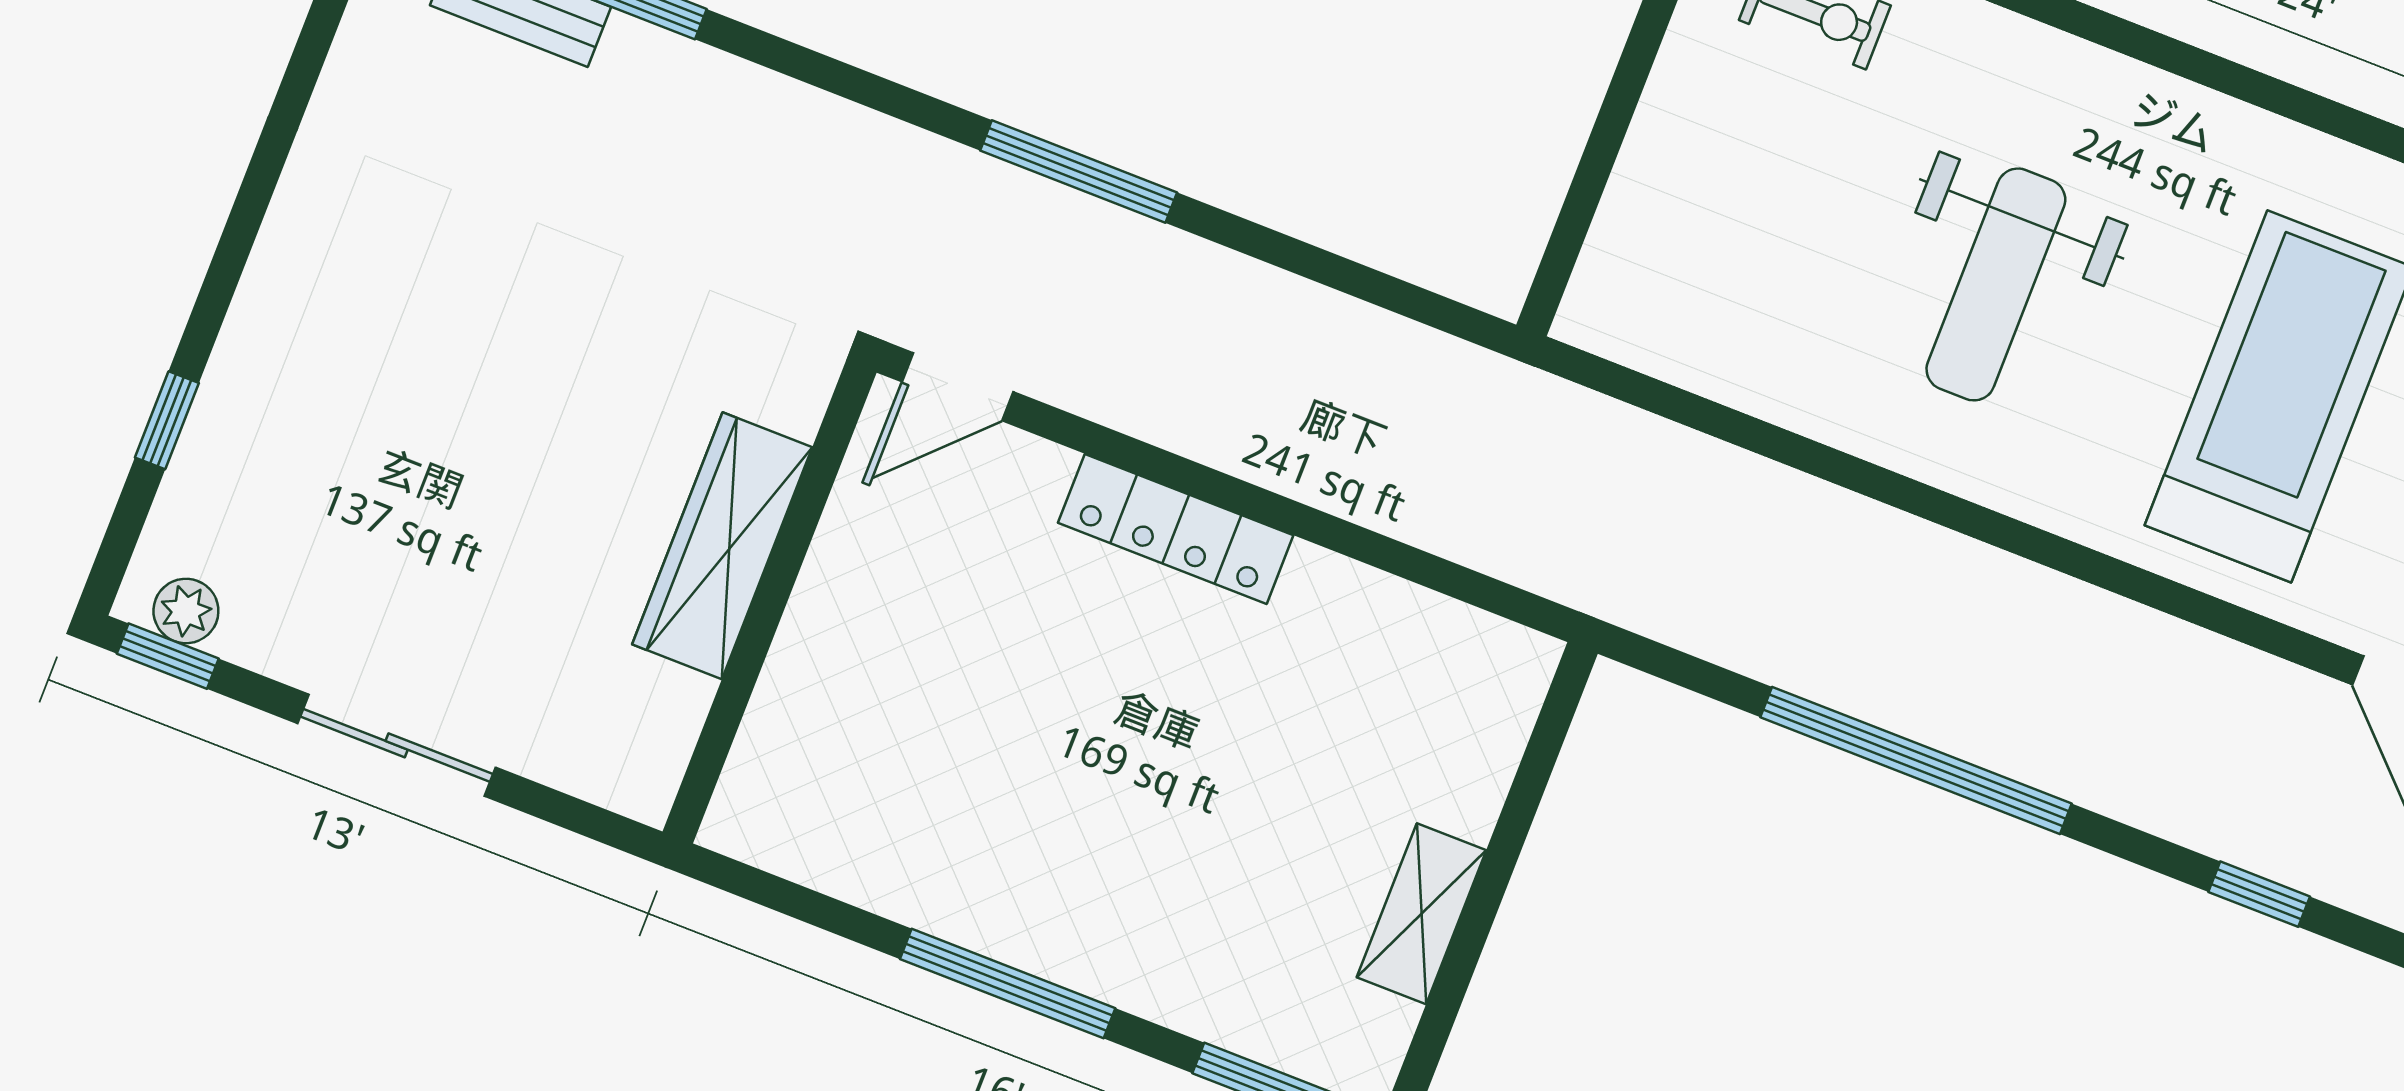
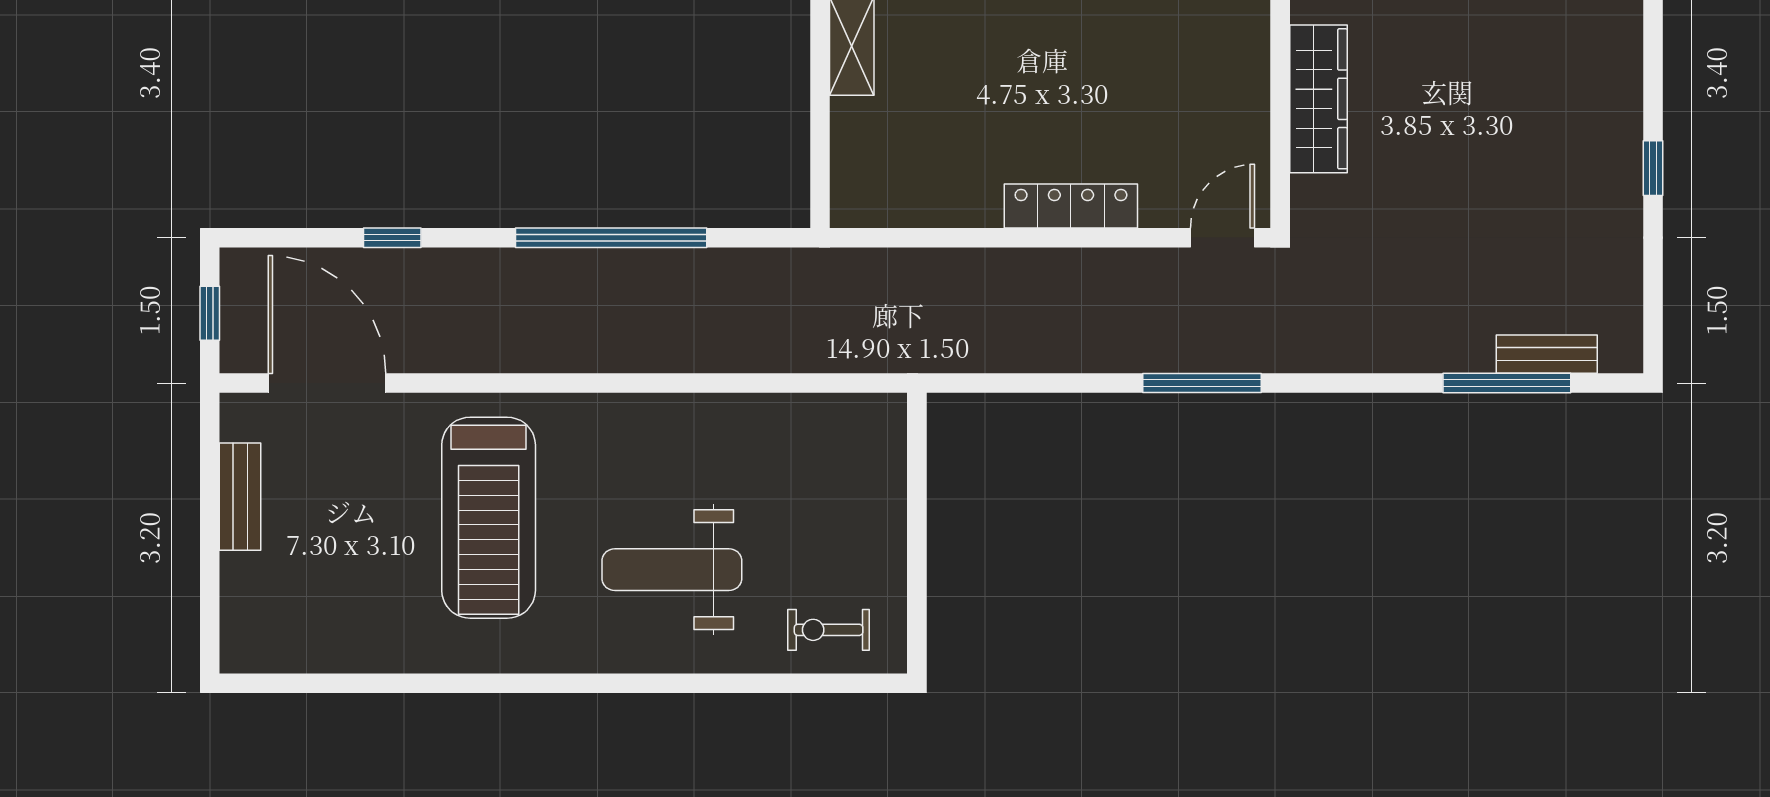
weight bench: (1996, 284) -> (672, 570), moved, turned -90
window: (167, 420) -> (1653, 168), moved

